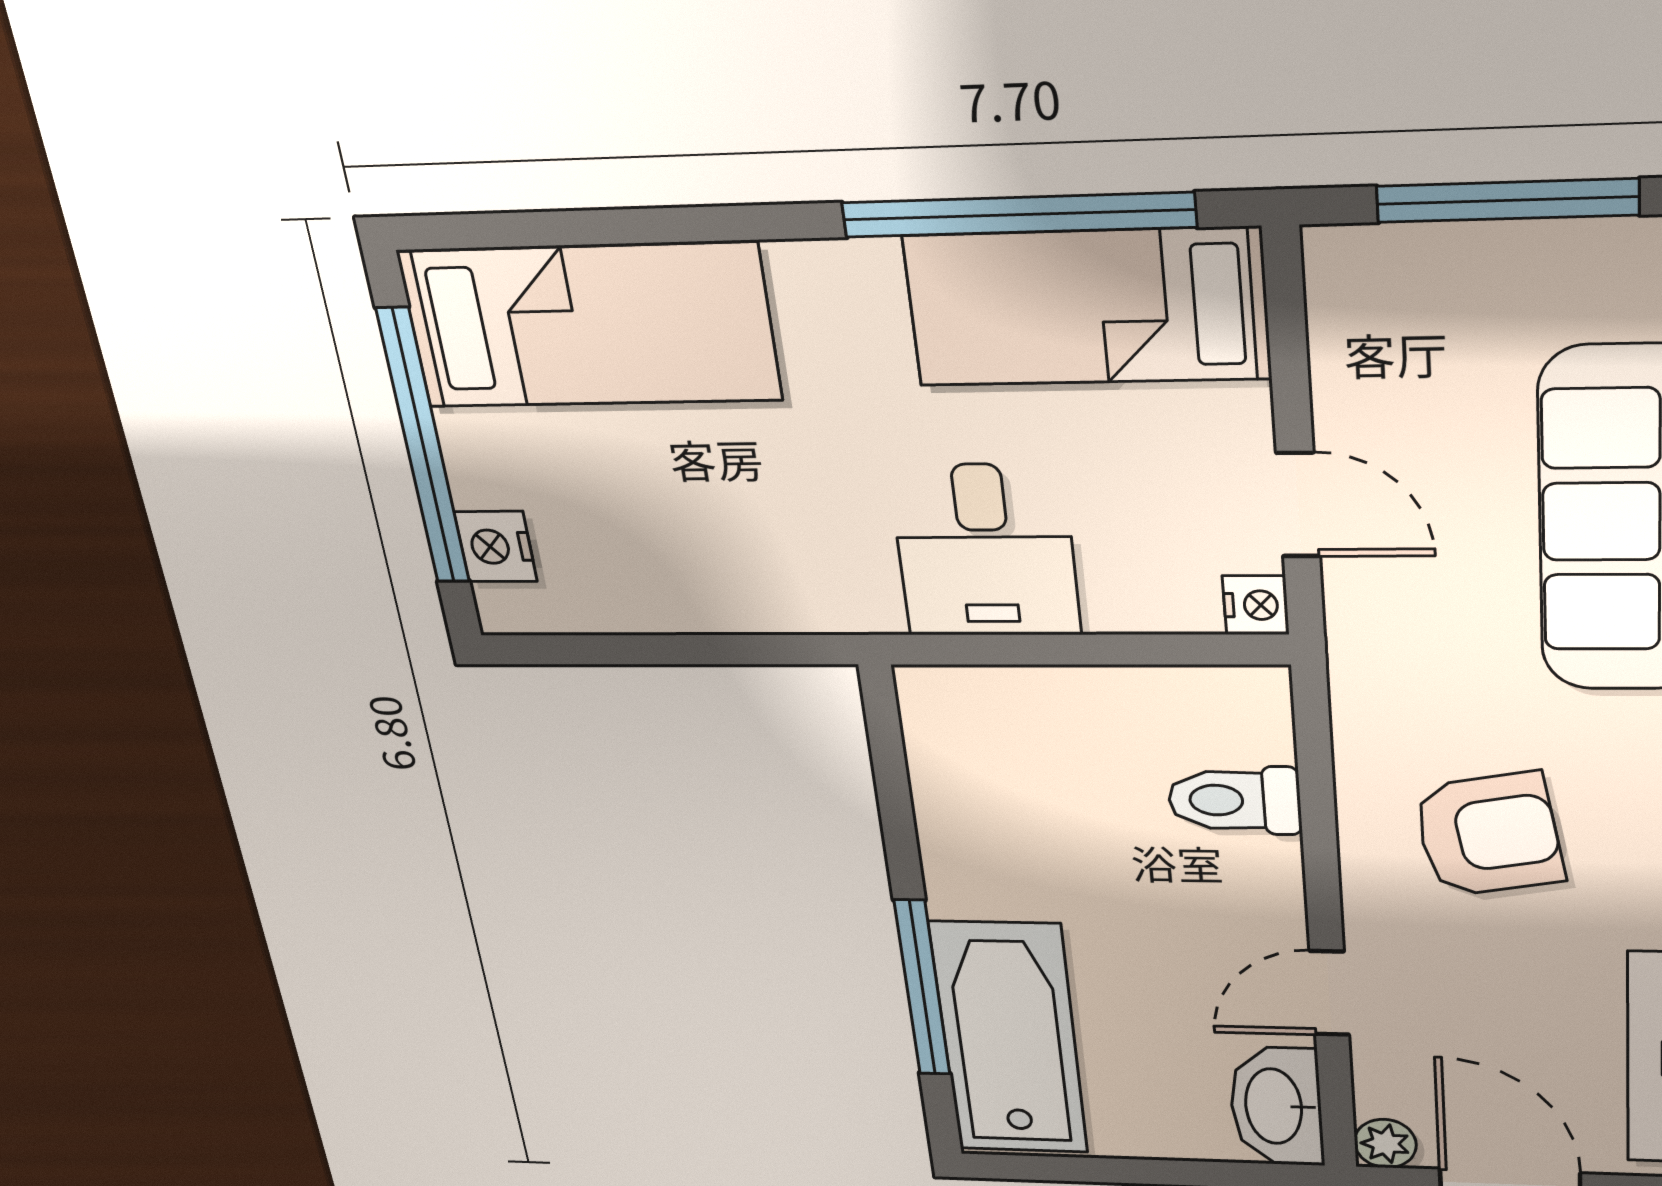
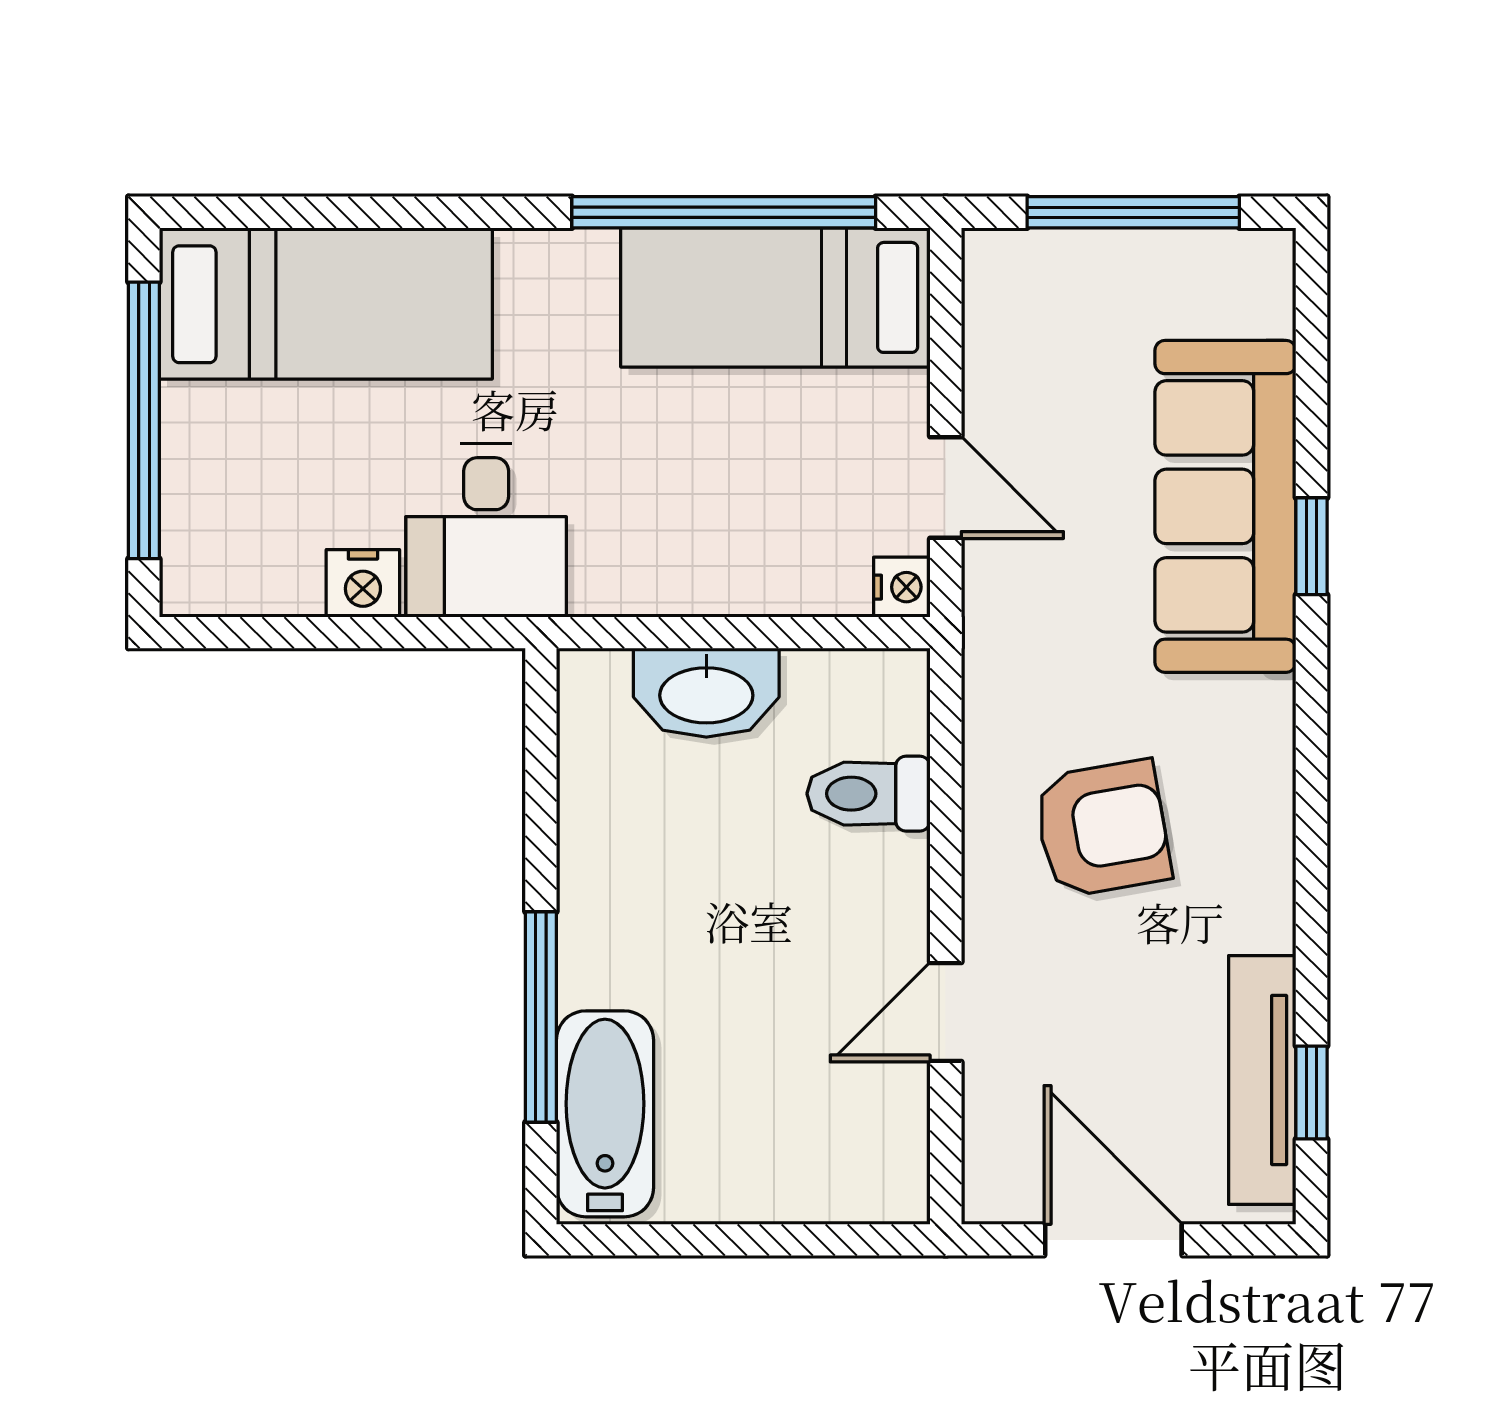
nightstand: (496, 547) -> (363, 583), moved, turned -90
desk: (985, 551) -> (486, 530), moved
bathtub: (1009, 1039) -> (605, 1114), width x0.73, depth x0.73
washbasin: (1276, 1106) -> (706, 693), moved, turned -90
plant: (1385, 1144) -> (992, 1194), removed

